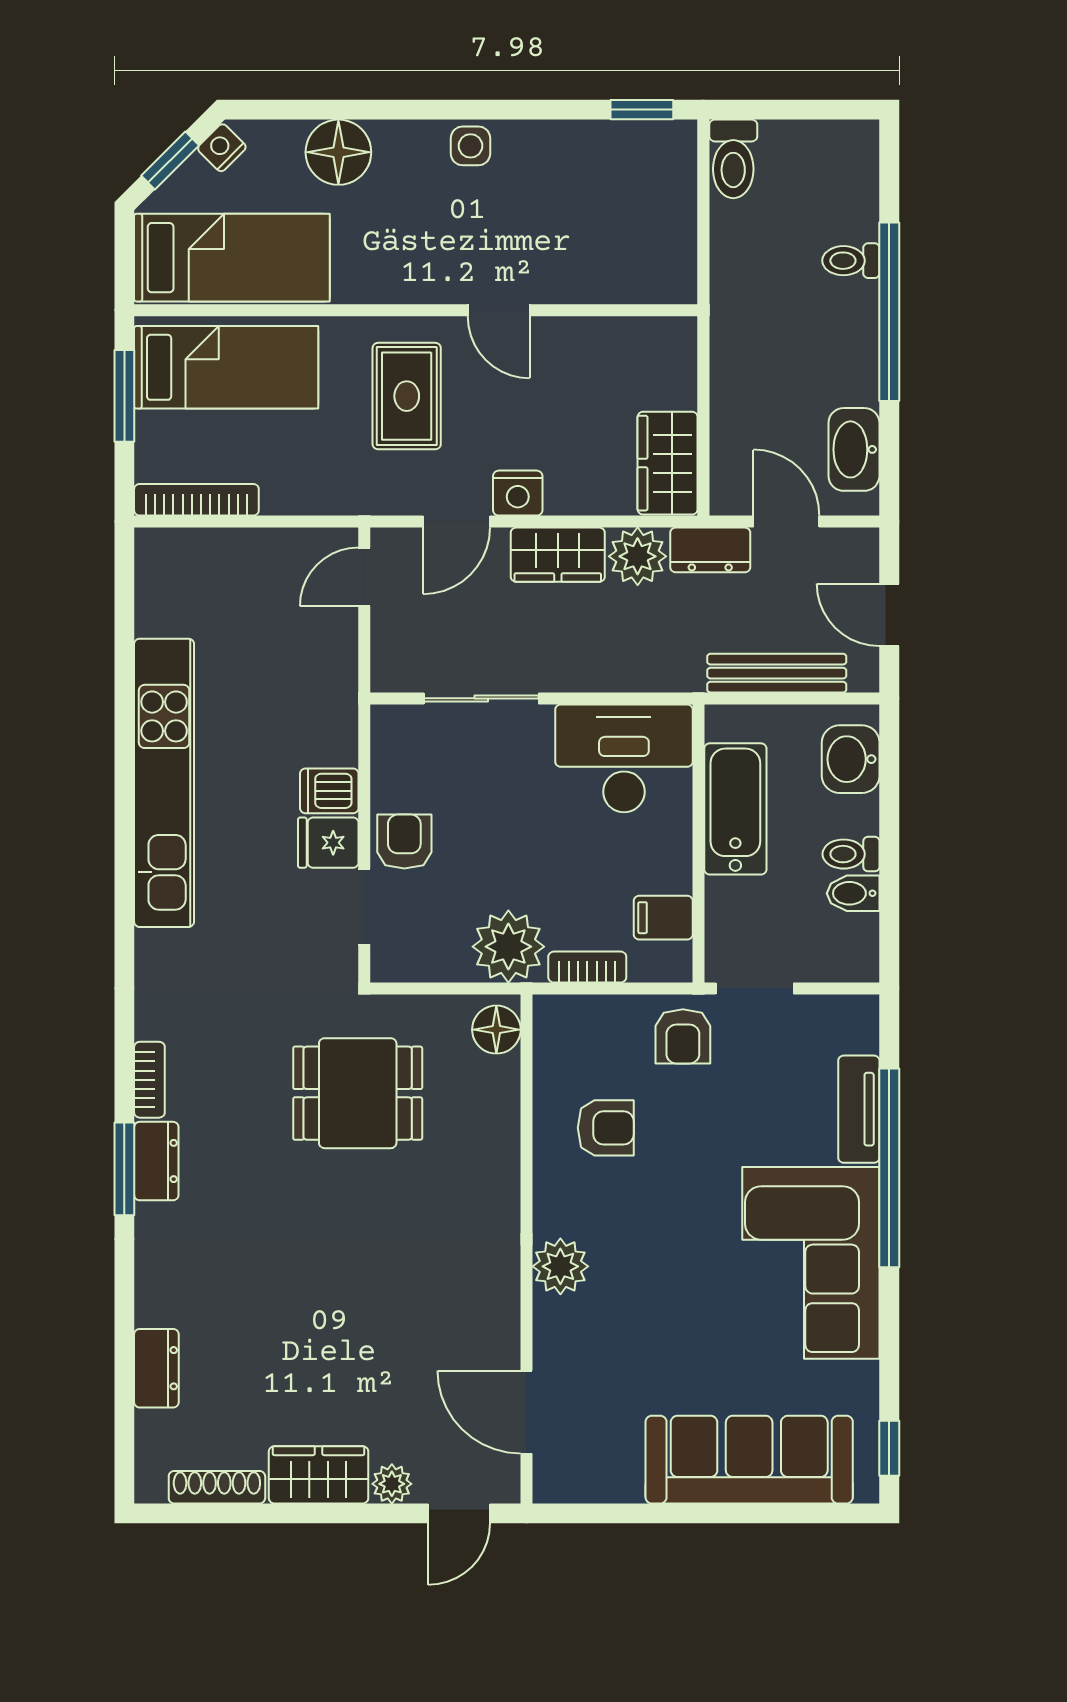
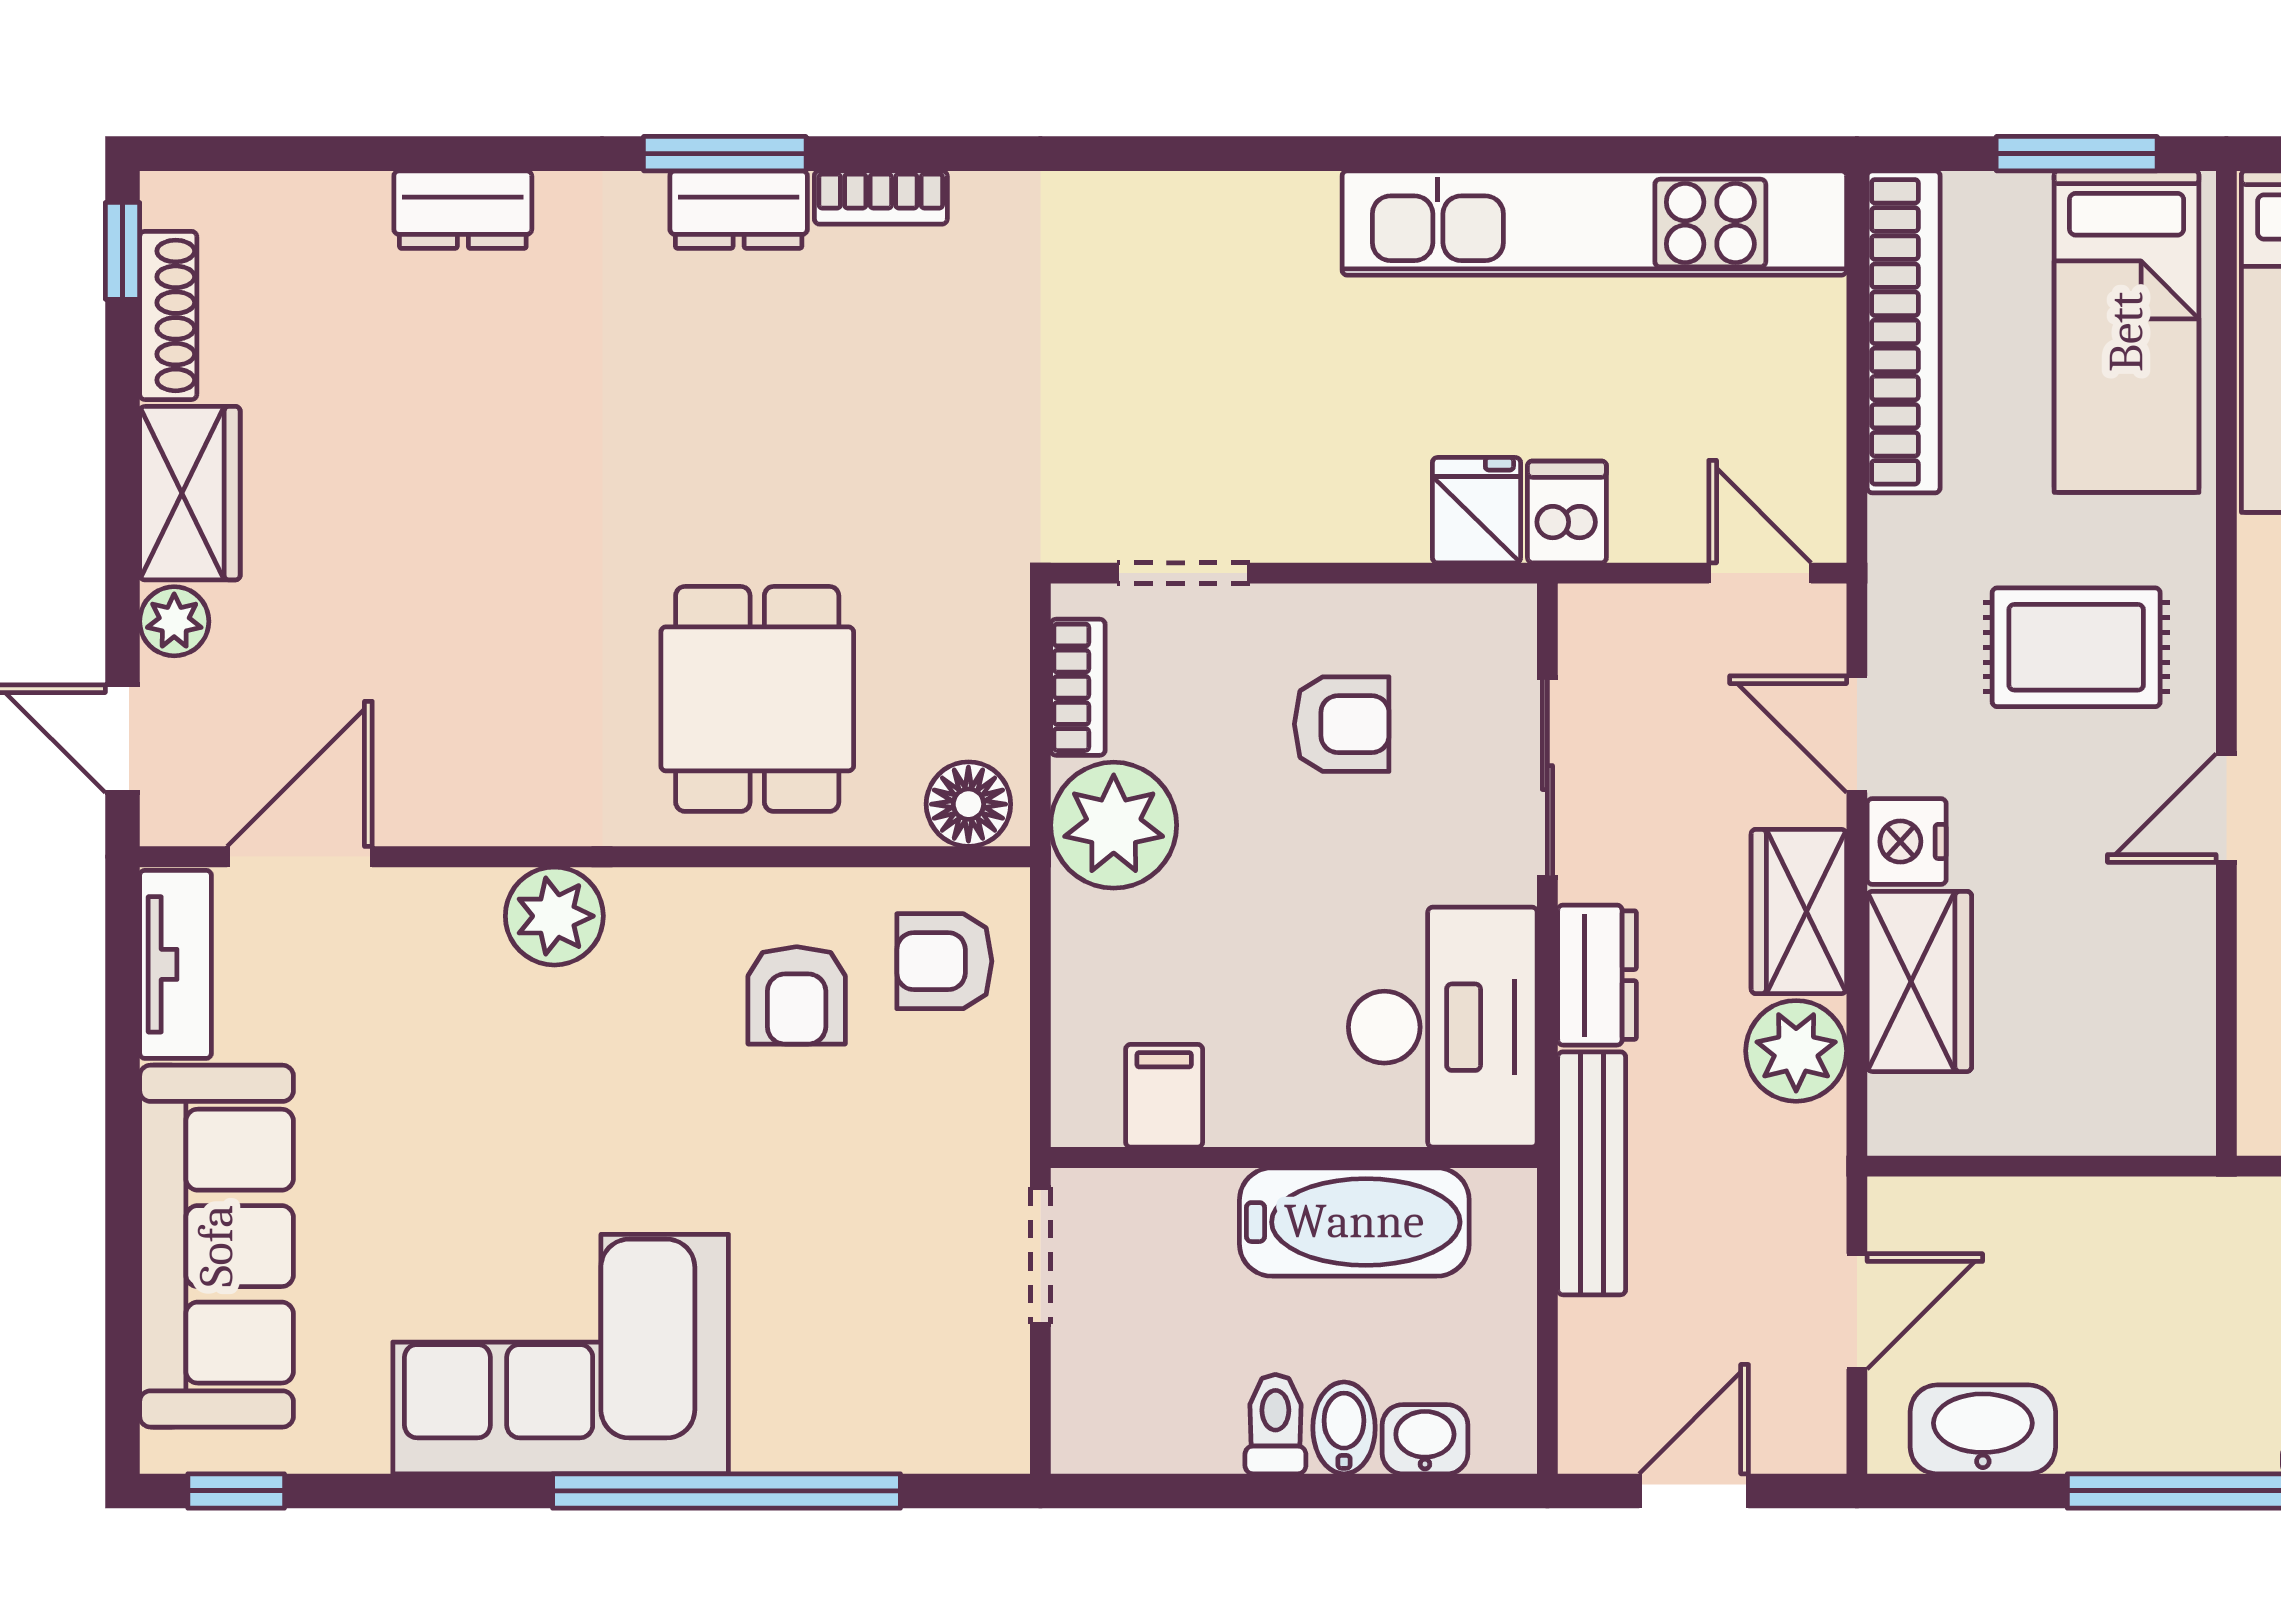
wardrobe: (668, 463) -> (1919, 981), moved, turned 90
bookcase: (196, 500) -> (1904, 332), width x1.48, depth x1.31
dresser: (710, 550) -> (1597, 975), moved, turned 180
bench: (777, 673) -> (1592, 1173), moved
washbasin: (851, 759) -> (1425, 1439), width x0.72, depth x0.69
kitchen unit: (164, 783) -> (1594, 223), moved
dishwasher: (329, 791) -> (1567, 512), moved
armchair: (404, 842) -> (1342, 724), moved
fridge: (328, 843) -> (1476, 510), moved
bidet: (853, 893) -> (1344, 1428), moved
bookcase: (587, 967) -> (1078, 687), moved
armchair: (683, 1036) -> (944, 961), moved
dining table: (358, 1093) -> (757, 699), moved
tv unit: (859, 1109) -> (176, 964), moved, turned 90
dresser: (156, 1368) -> (463, 210), moved
window: (180, 1513) -> (122, 251), added

